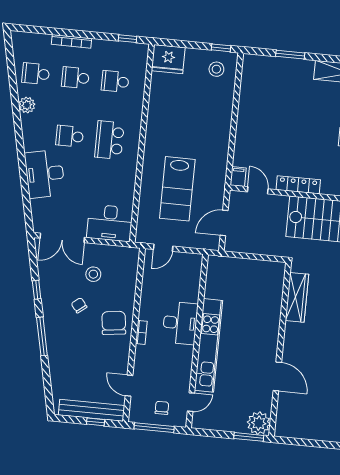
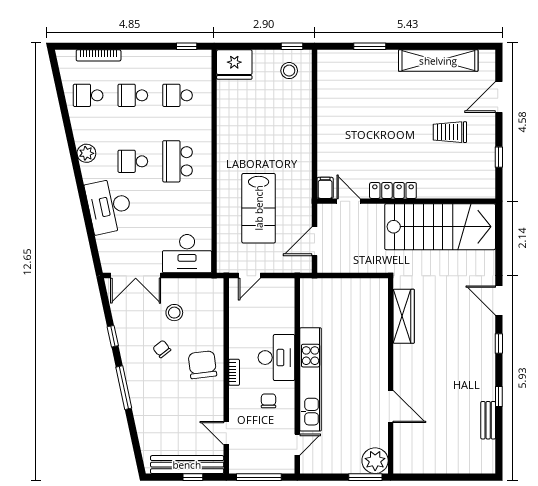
bookcase: (72, 41) -> (99, 55), moved
plant: (27, 105) -> (86, 153), moved
chair: (162, 408) -> (269, 401), moved

